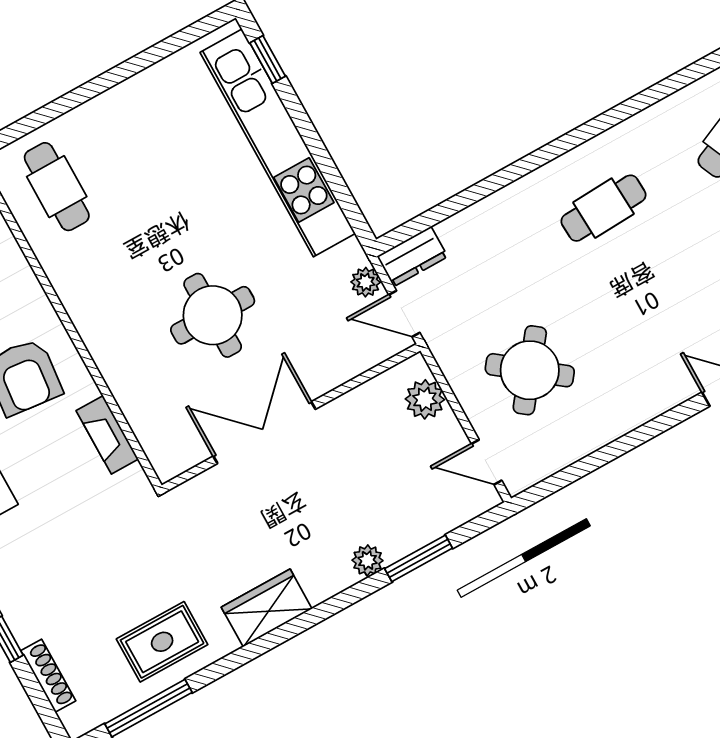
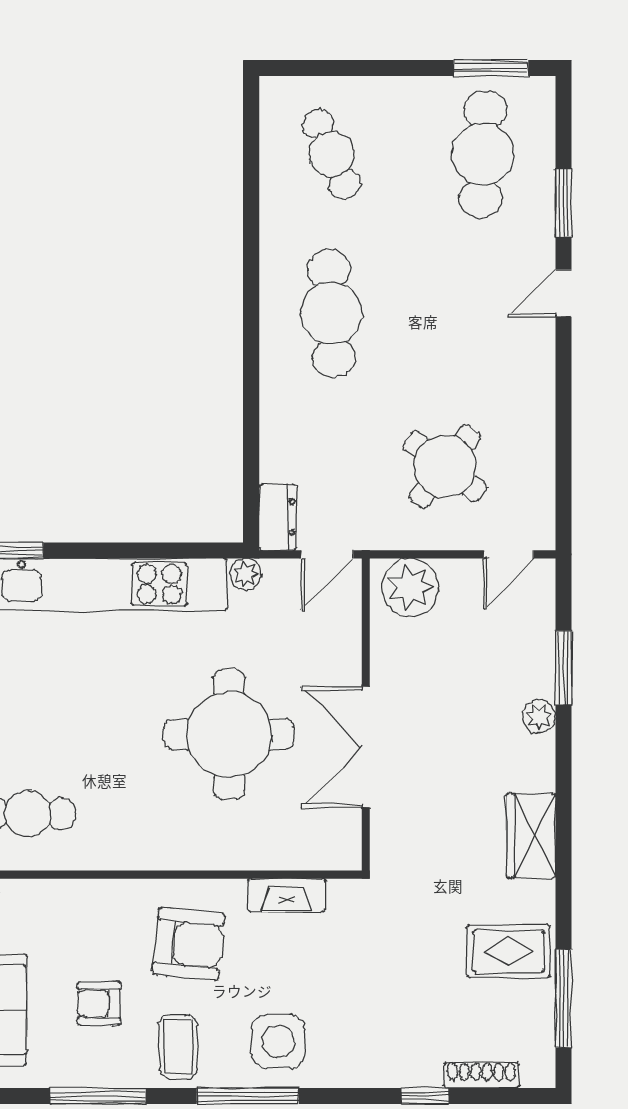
cafe table: (603, 208) -> (332, 313), width x1.37, depth x1.35
plant: (366, 282) -> (246, 574), moved
round table: (213, 315) -> (229, 735), width x1.36, depth x1.36
plant: (425, 399) -> (410, 587), width x1.36, depth x1.36
rug: (162, 642) -> (508, 951), turned 90

